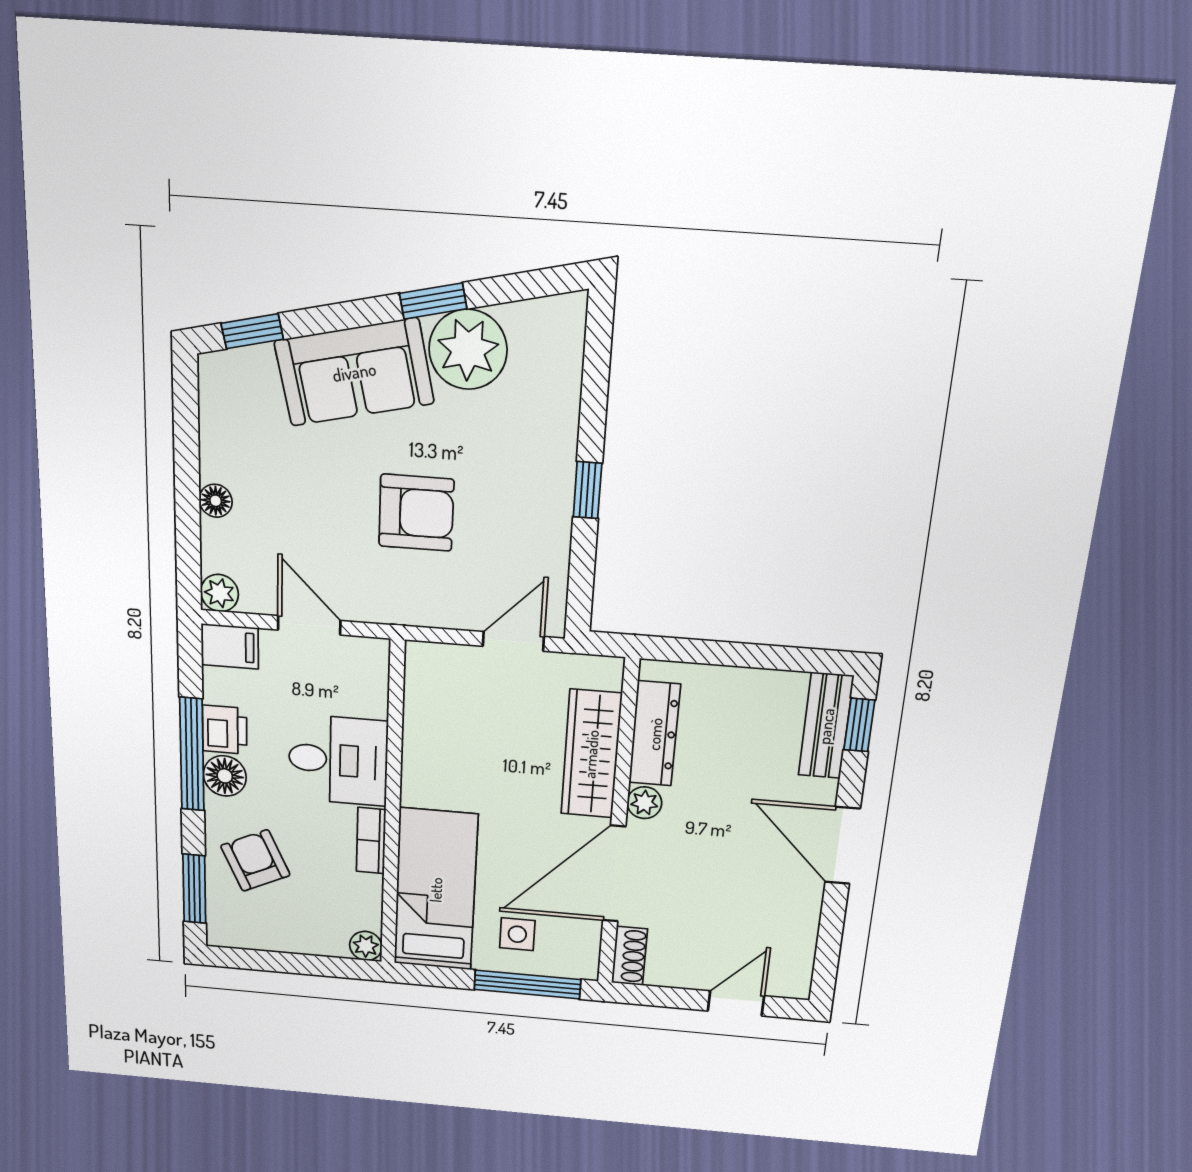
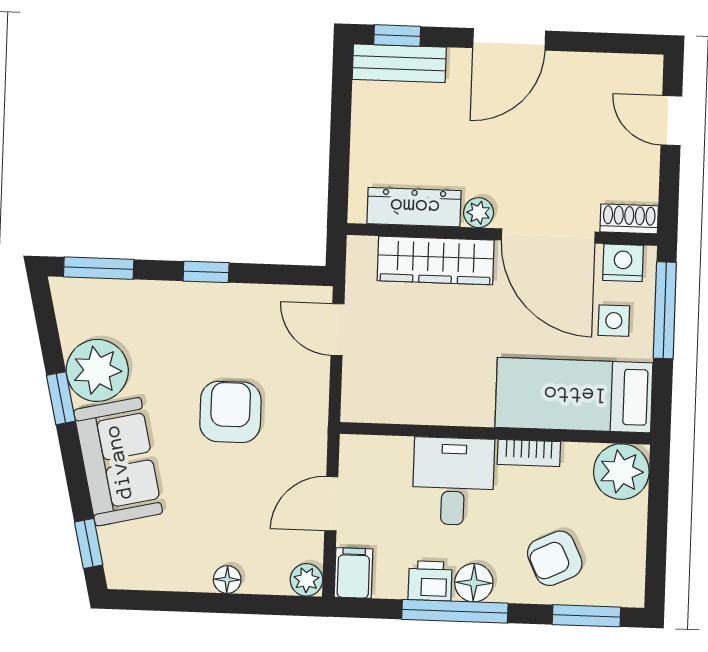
window: (597, 356) -> (99, 268), added
plant: (366, 946) -> (621, 472), width x1.88, depth x1.88
nightstand: (581, 947) -> (623, 263), added

